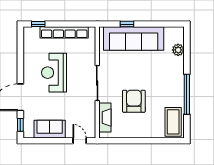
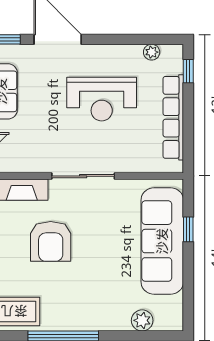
plant: (28, 45) -> (152, 52), added
reception desk: (54, 73) -> (102, 99), turned 180
armchair: (134, 101) -> (51, 241), turned 90

